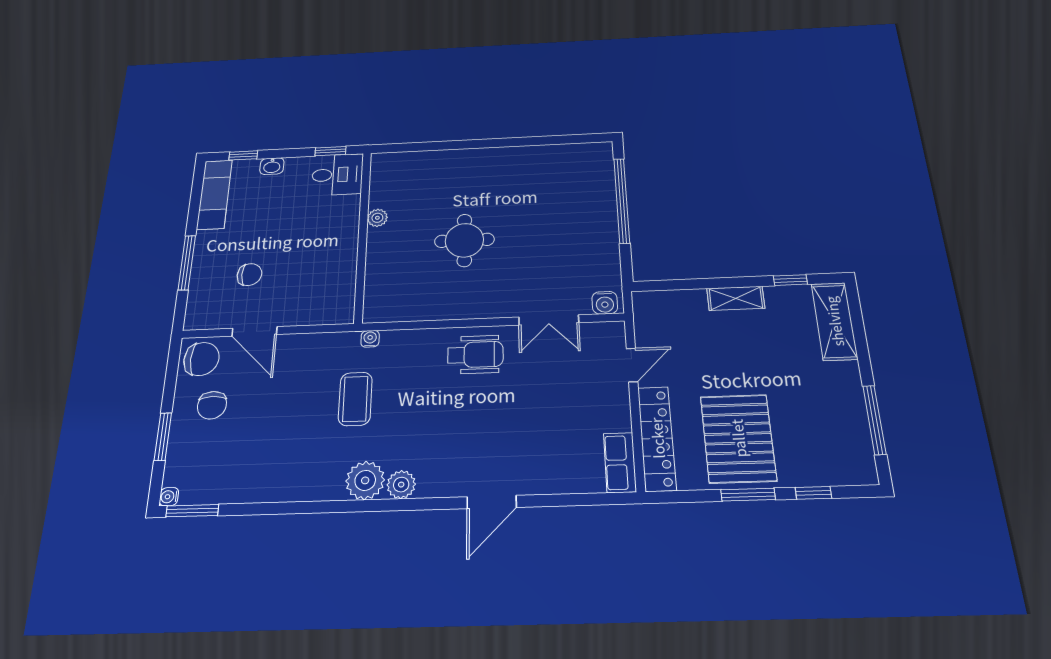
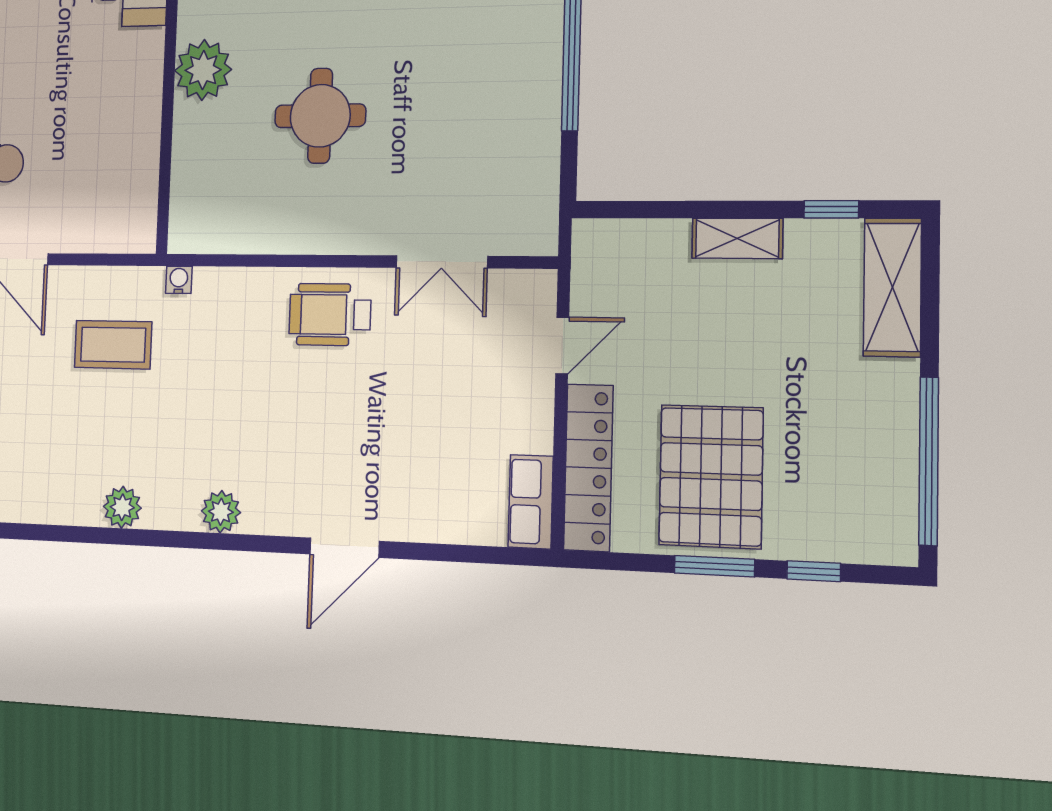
plant: (377, 218) -> (203, 70), width x1.87, depth x1.87
water cooler: (605, 303) -> (529, 236), removed
wheelchair: (475, 355) -> (330, 314), turned 180
coffee table: (355, 399) -> (113, 345), moved, turned 90
window: (874, 420) -> (929, 461), width x1.46
plant: (365, 480) -> (122, 507), moved, width x0.73, depth x0.73

